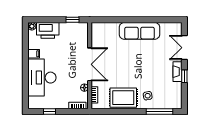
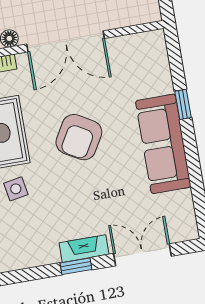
window: (124, 20) -> (183, 104), added
armchair: (131, 66) -> (79, 137), added

